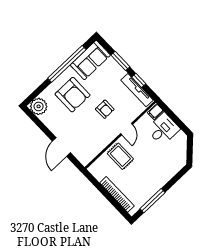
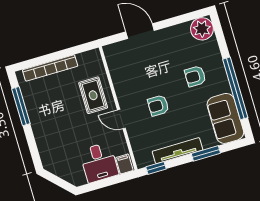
window: (139, 80) -> (156, 168), moved
tv unit: (137, 90) -> (178, 151), moved
armchair: (73, 95) -> (195, 76), width x0.53, depth x0.53
rug: (120, 156) -> (93, 95), turned 90

